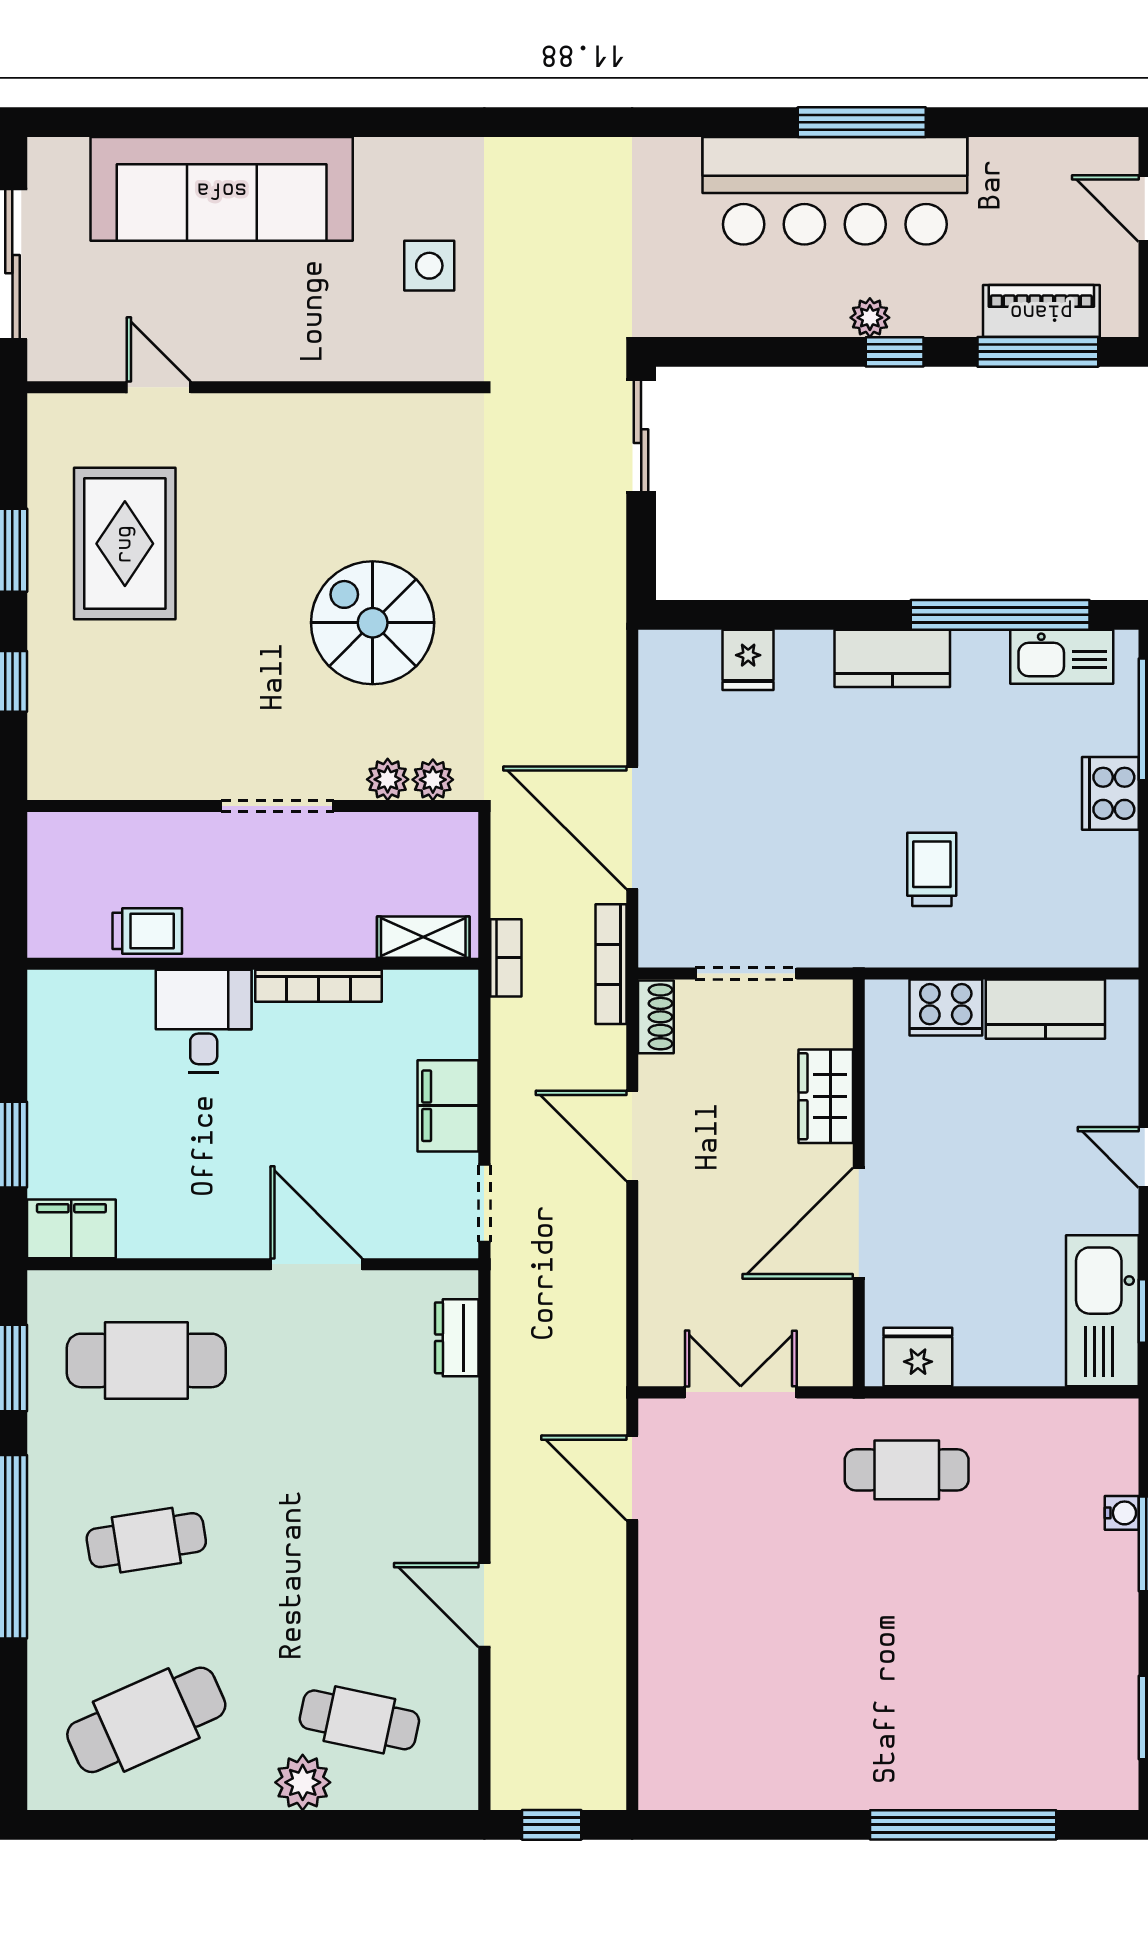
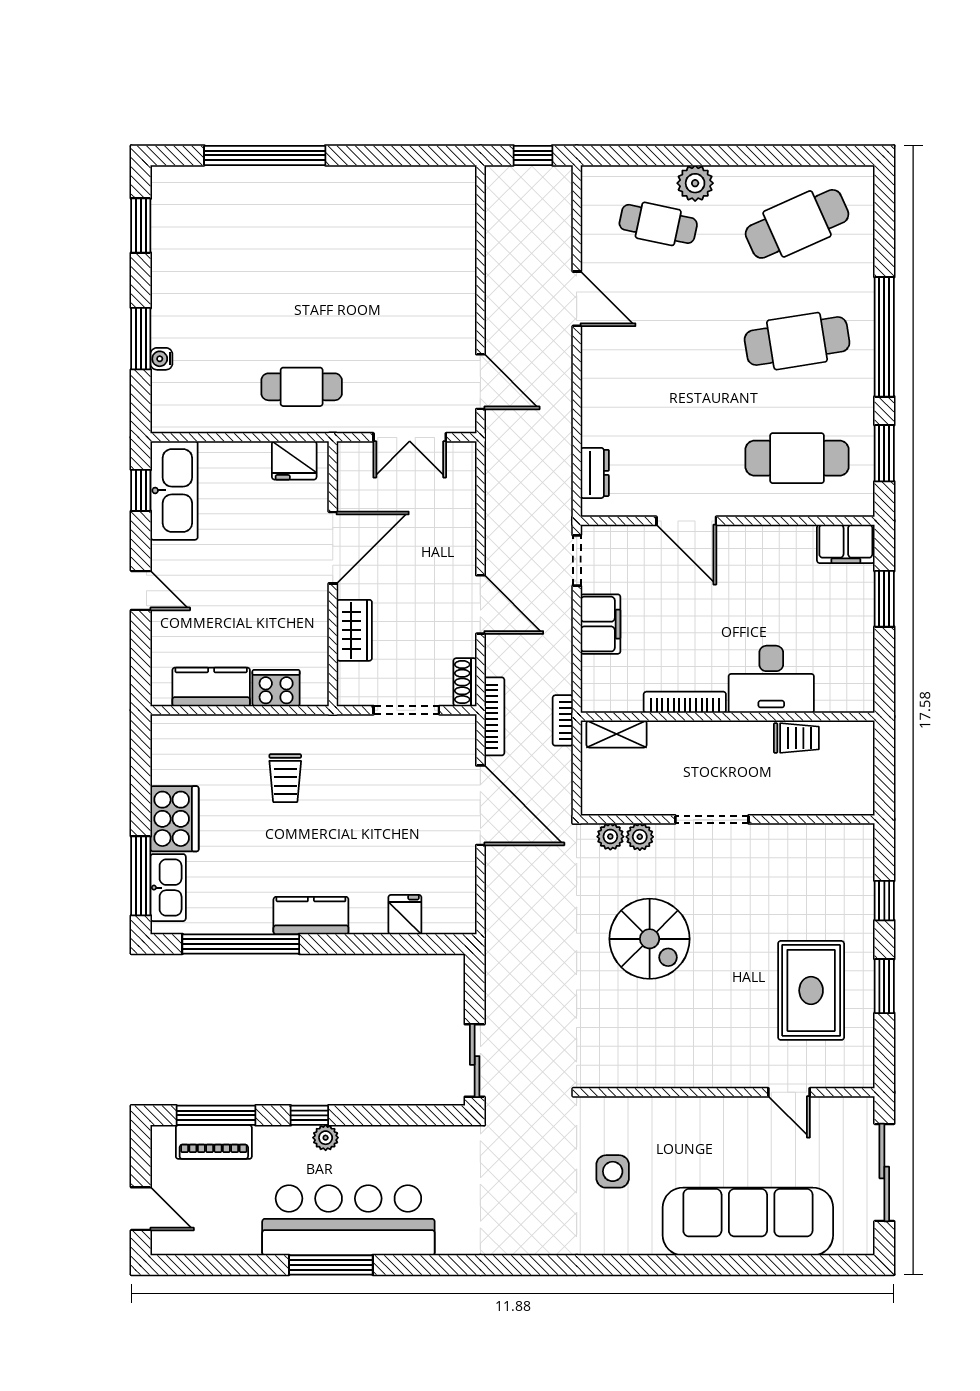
kitchen sink: (1062, 657) -> (168, 888), moved, turned 90
cooker: (1110, 793) -> (175, 819), width x1.37, depth x1.31
trolley: (147, 931) -> (796, 738), turned 180
desk: (204, 1021) -> (771, 679), width x1.37
cafe table: (146, 1540) -> (797, 341), width x1.37, depth x1.35

